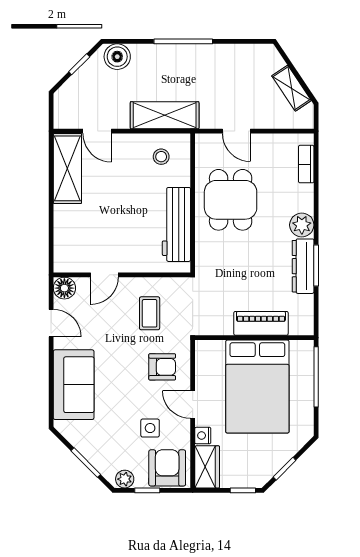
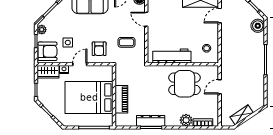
shelving: (165, 115) -> (228, 50), removed
plant: (302, 225) -> (186, 120), moved

